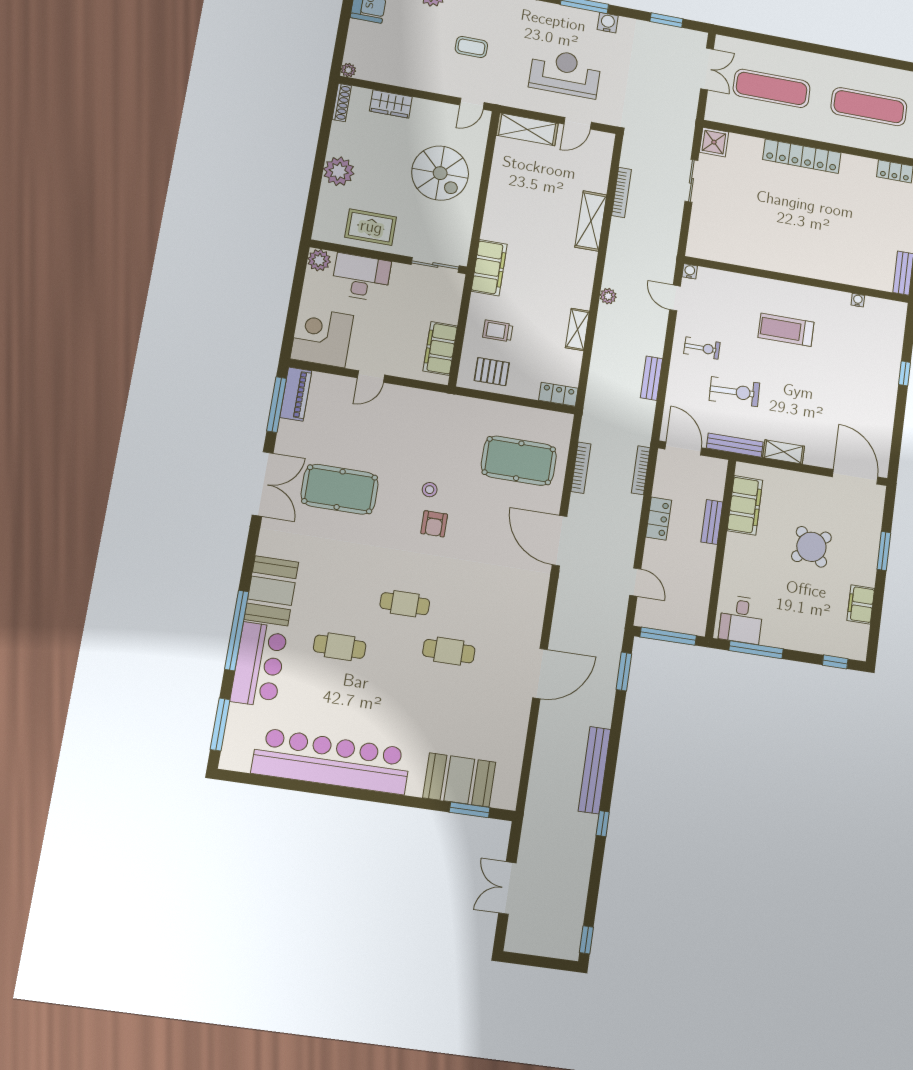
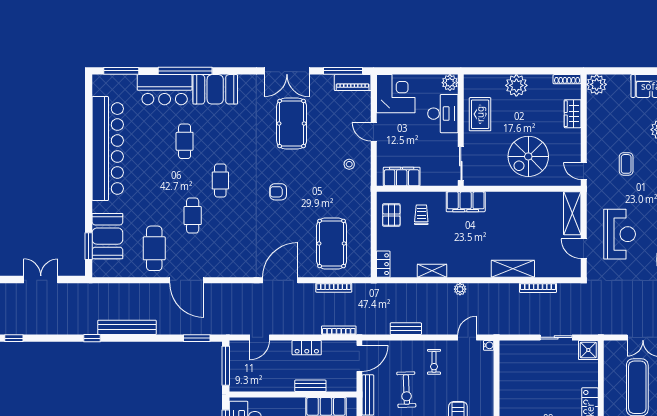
plant: (348, 70) -> (597, 84), width x1.87, depth x1.87
stool: (430, 490) -> (349, 164), moved
cafe table: (487, 714) -> (154, 248), added

